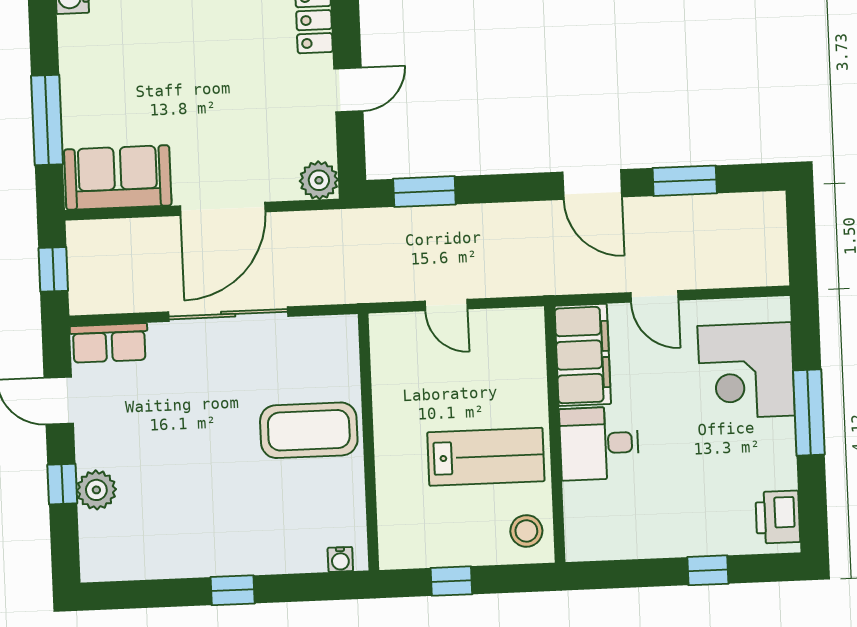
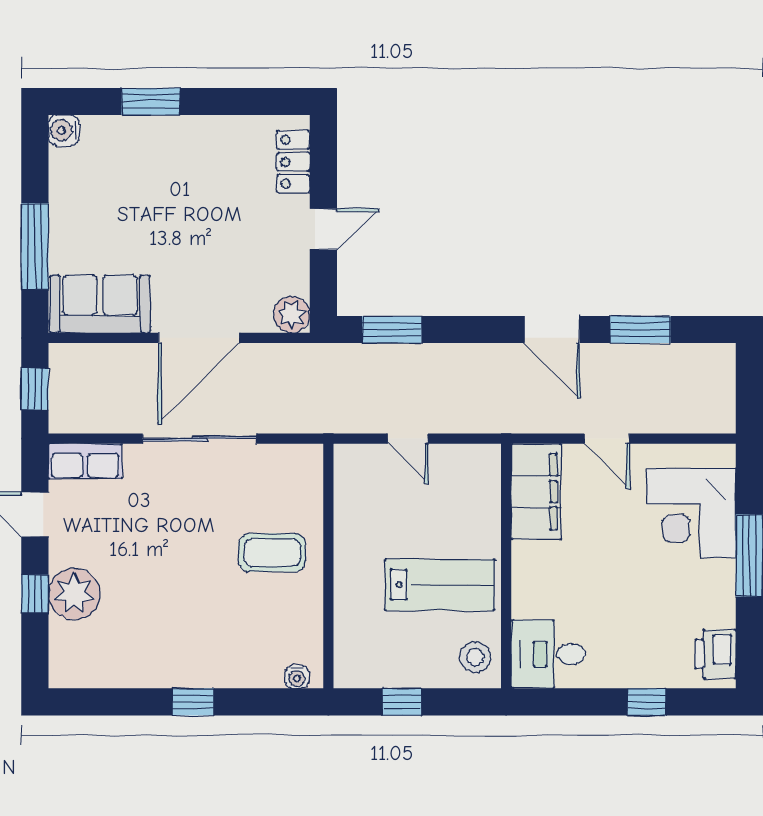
coffee table: (309, 430) -> (272, 552), width x0.73, depth x0.76
desk: (599, 443) -> (548, 654), moved
plant: (96, 490) -> (74, 594), width x1.36, depth x1.36

